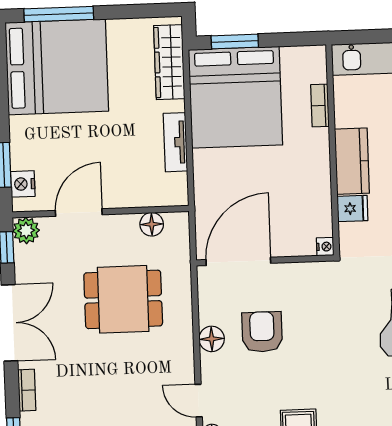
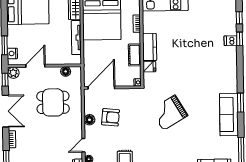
tv unit: (175, 142) -> (76, 38), width x1.41
cot: (317, 181) -> (135, 55), added
armchair: (262, 332) -> (111, 117), turned 96
door: (199, 401) -> (83, 145), hinge flipped

